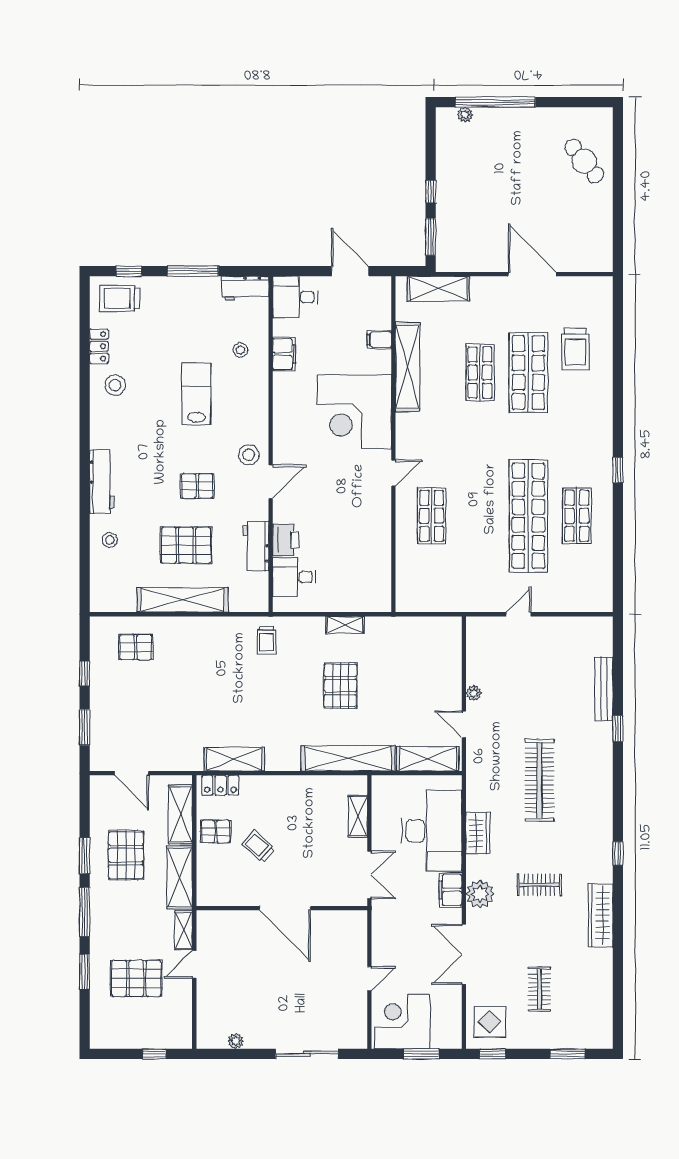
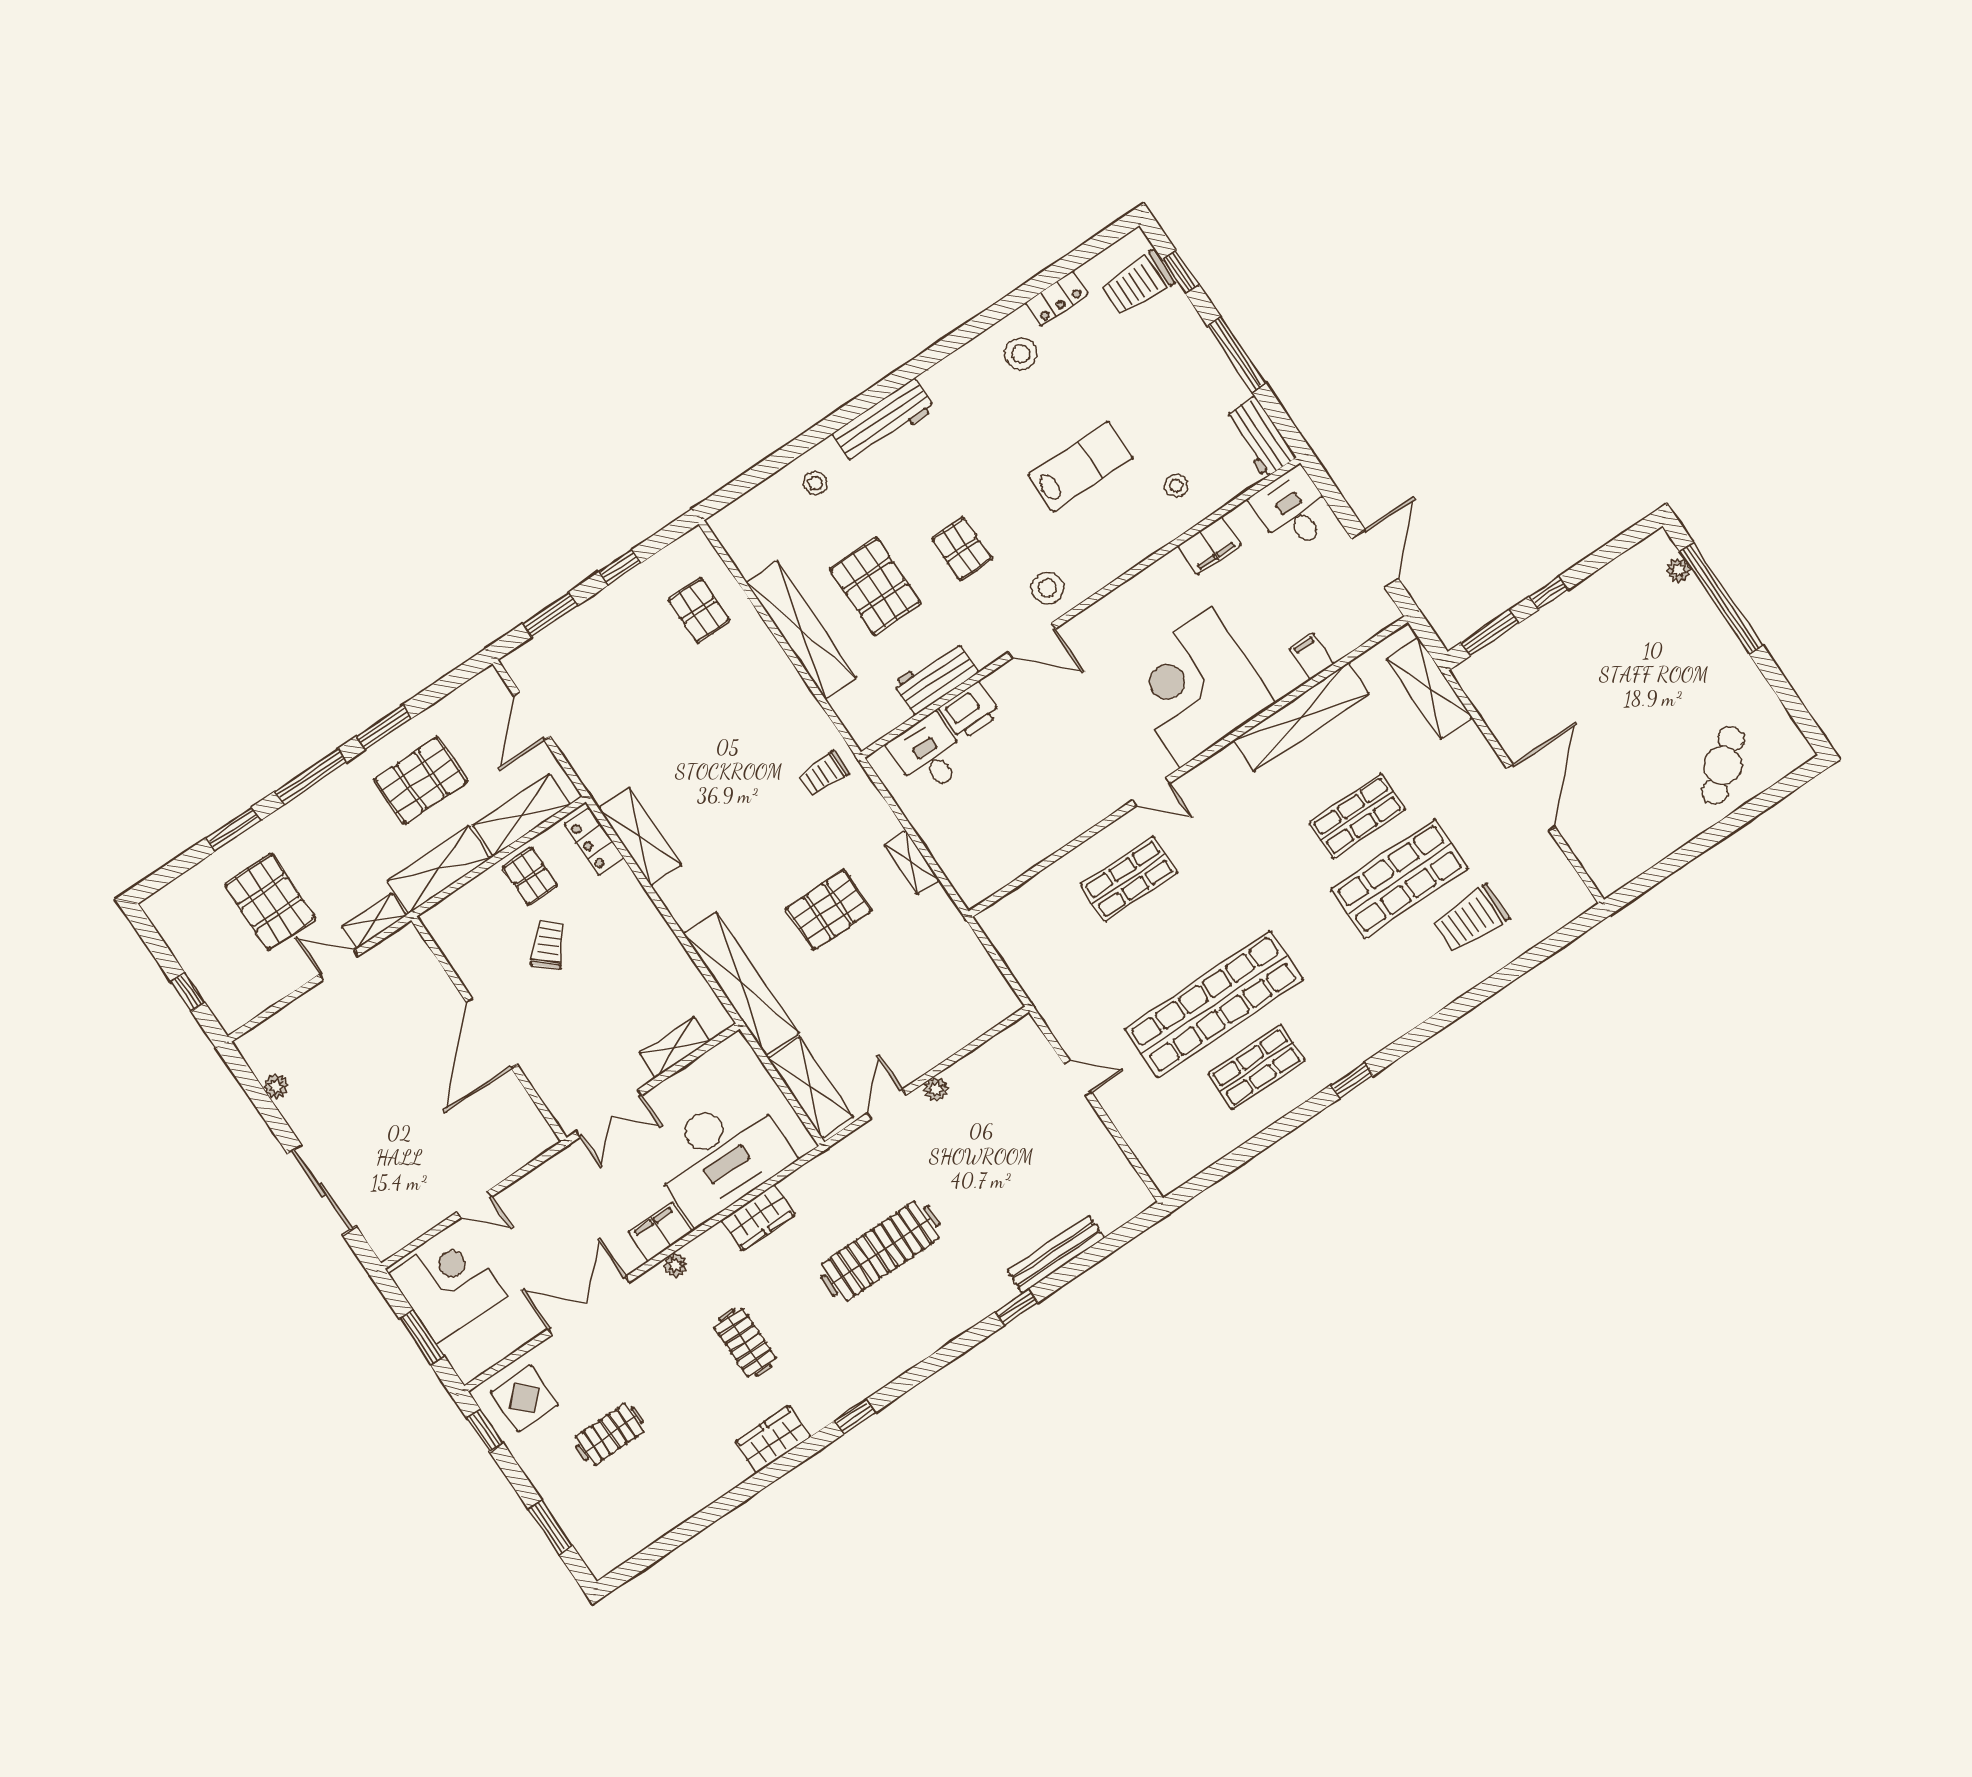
trolley: (120, 298) -> (1137, 284), turned -90
plant: (480, 894) -> (675, 1265), width x0.53, depth x0.53
wardrobe: (601, 915) -> (773, 1440), width x0.67

